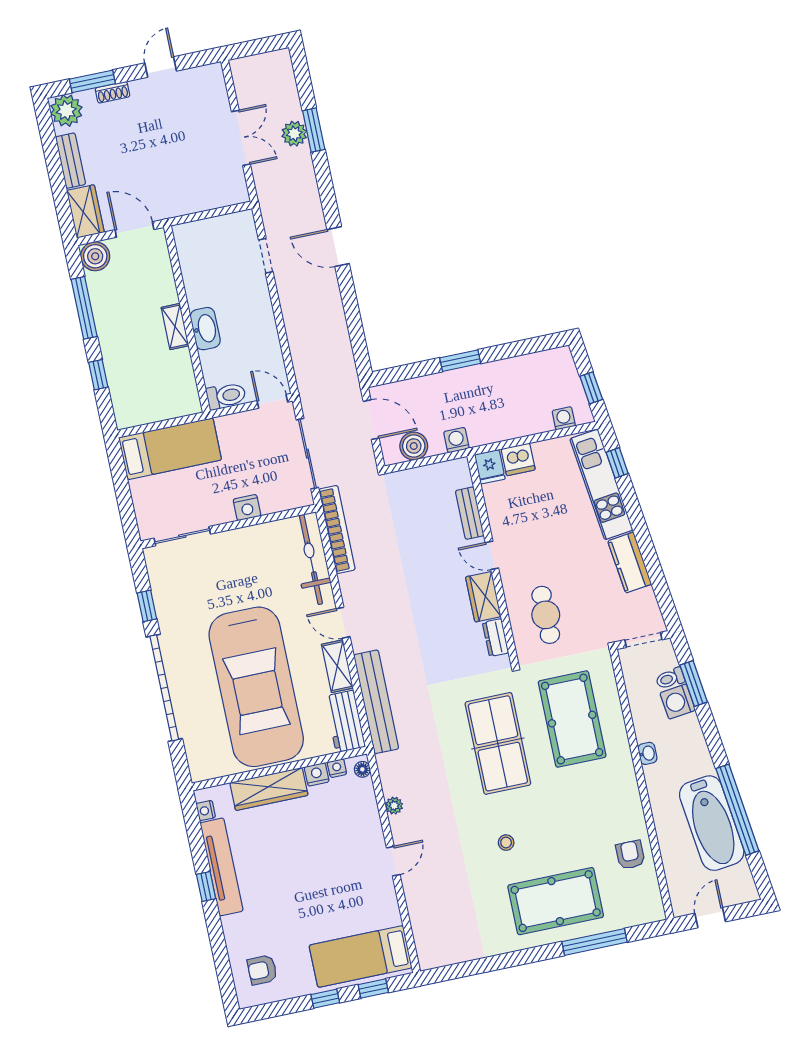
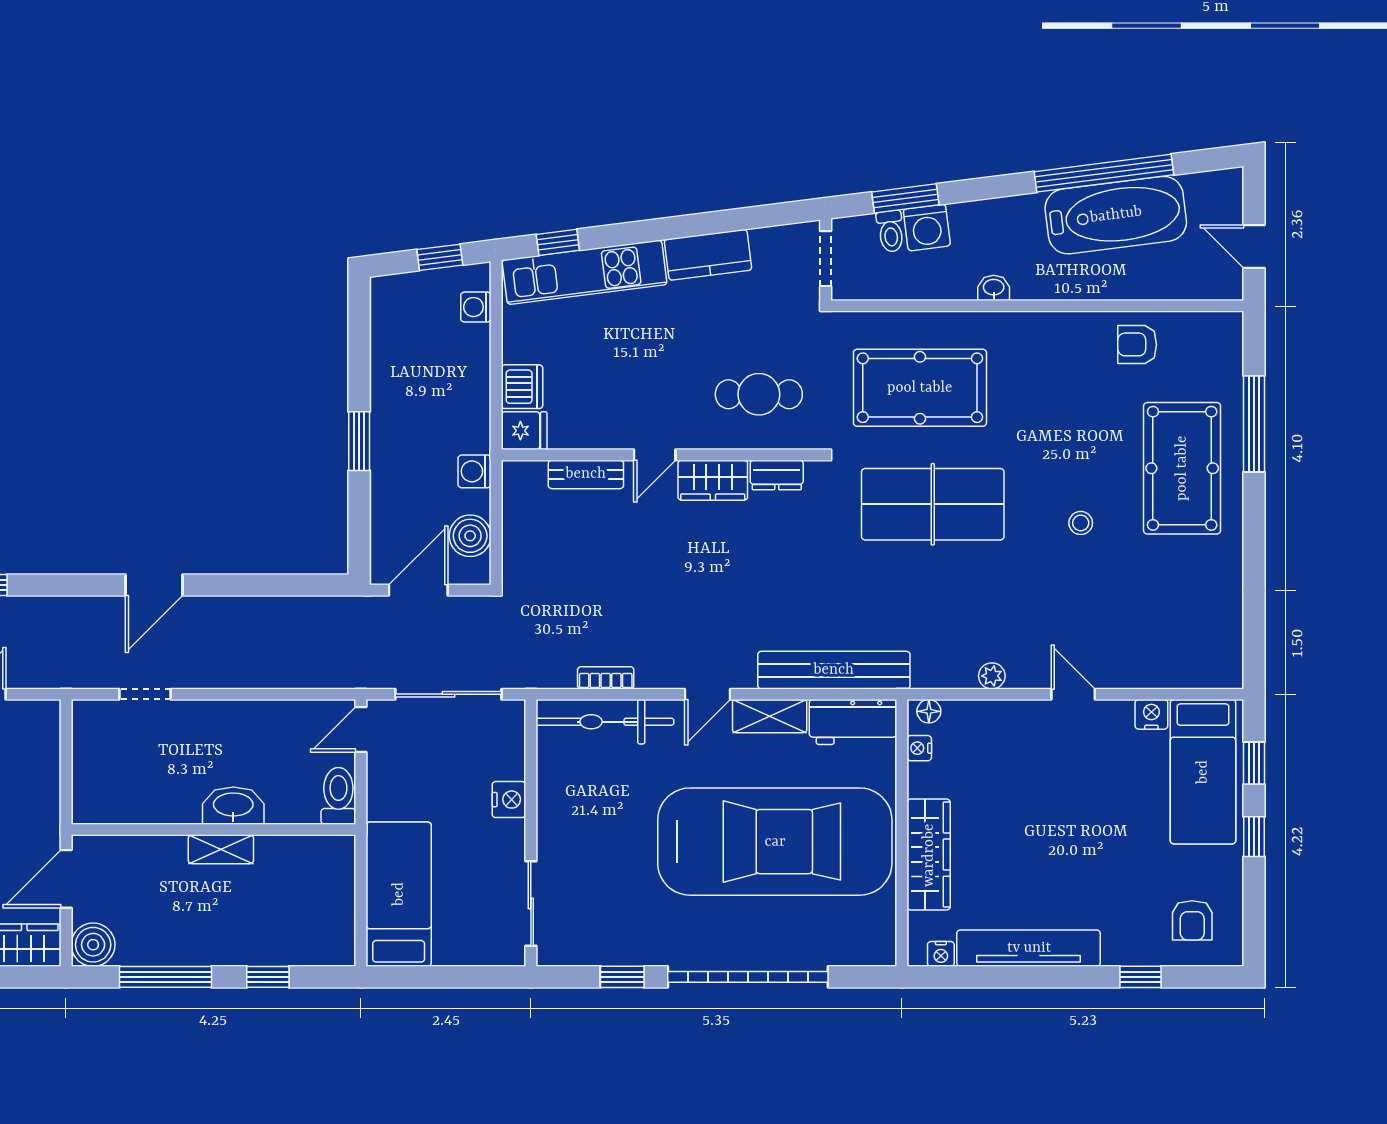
bookcase: (337, 529) -> (606, 678), width x0.43, depth x0.76
nightstand: (317, 774) -> (1151, 714), moved, turned 90
window: (206, 886) -> (1141, 977), moved

